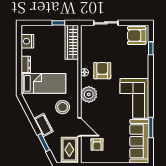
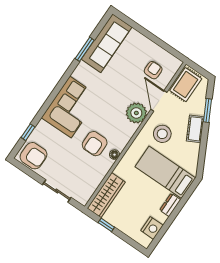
plant: (89, 94) -> (136, 113), moved
corner sofa: (134, 98) -> (70, 107), moved

